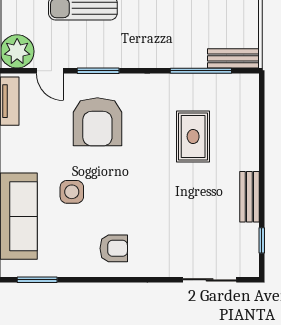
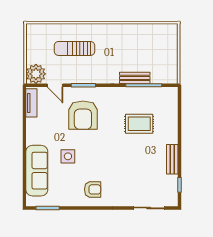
bench: (233, 58) -> (135, 78), moved
rug: (193, 136) -> (139, 124), turned 90

